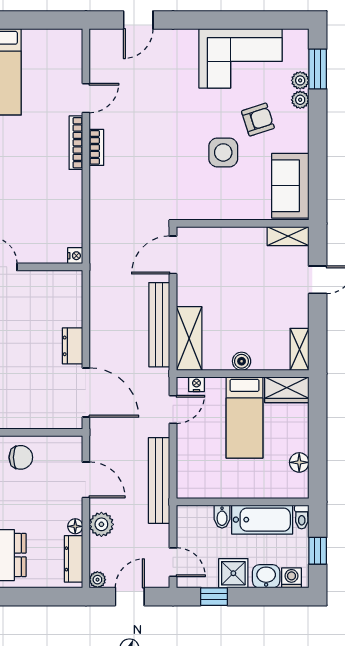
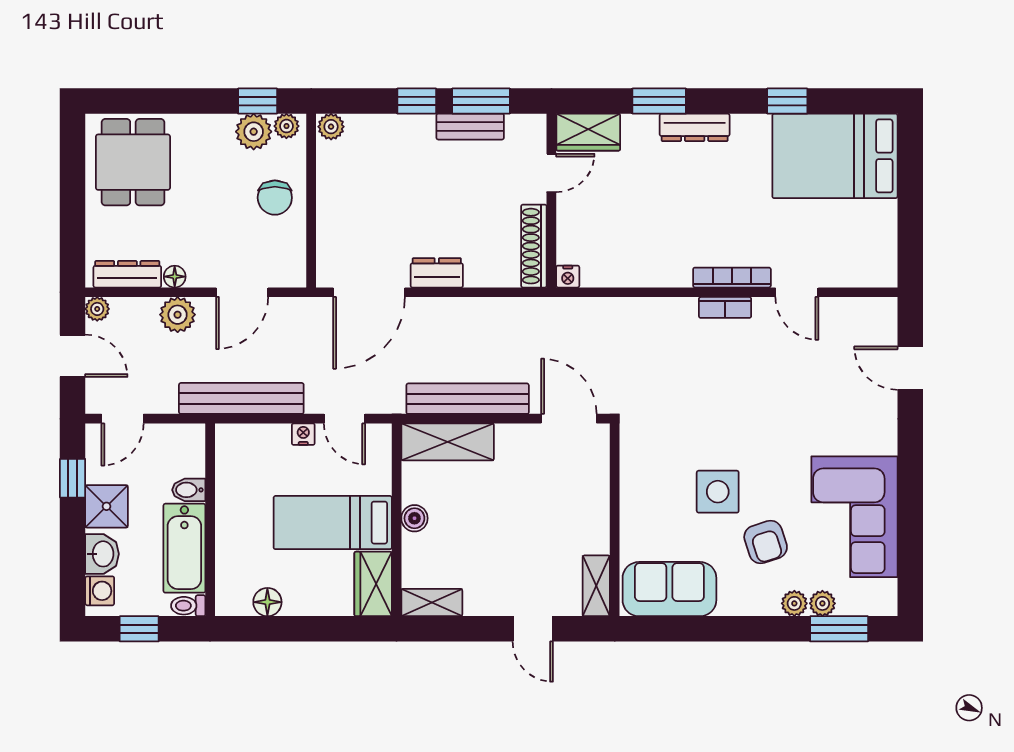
shoe rack: (54, 279) -> (534, 246), added
nightstand: (196, 384) -> (303, 434), moved, turned -90

